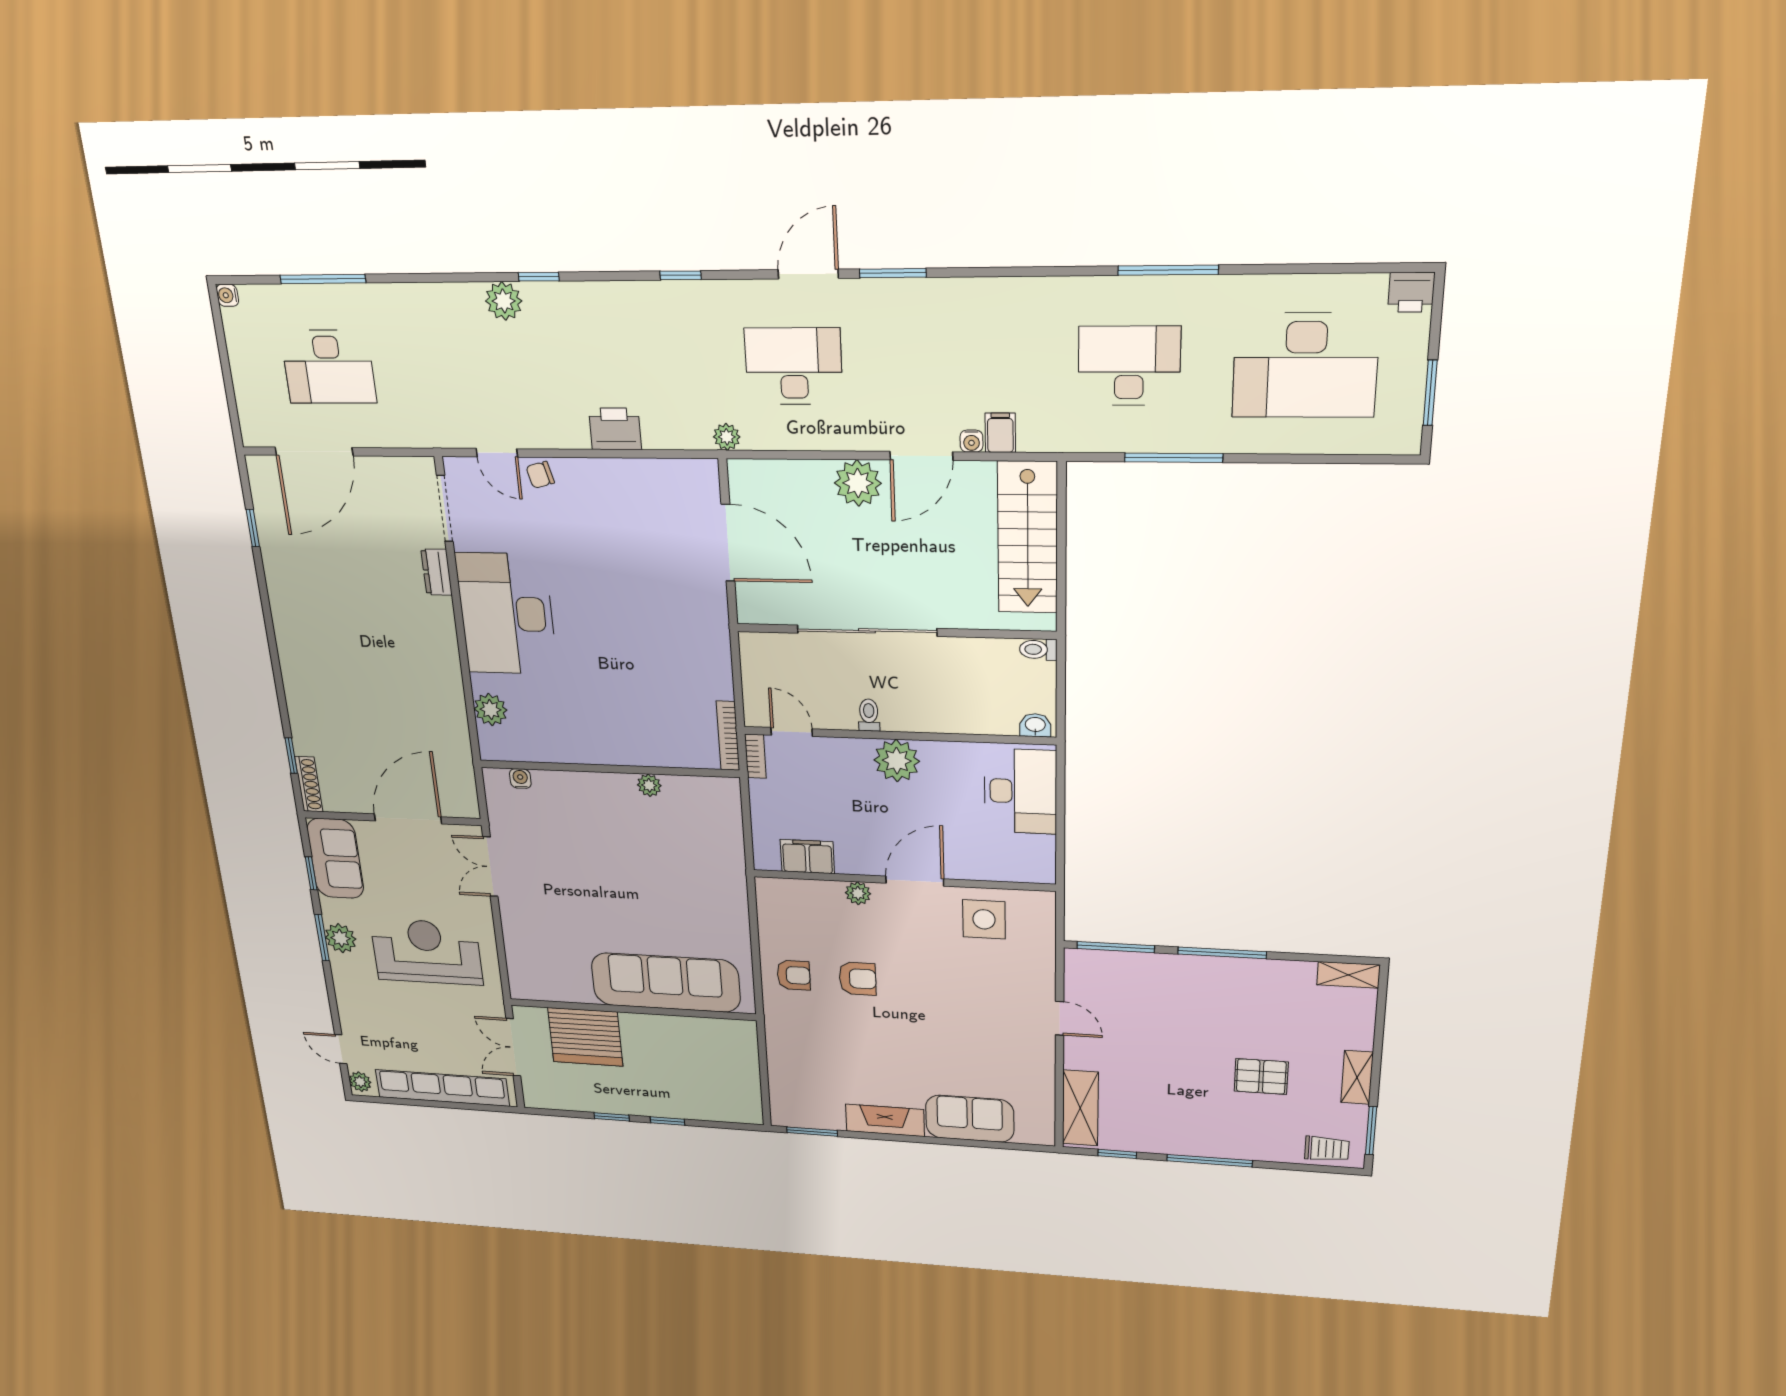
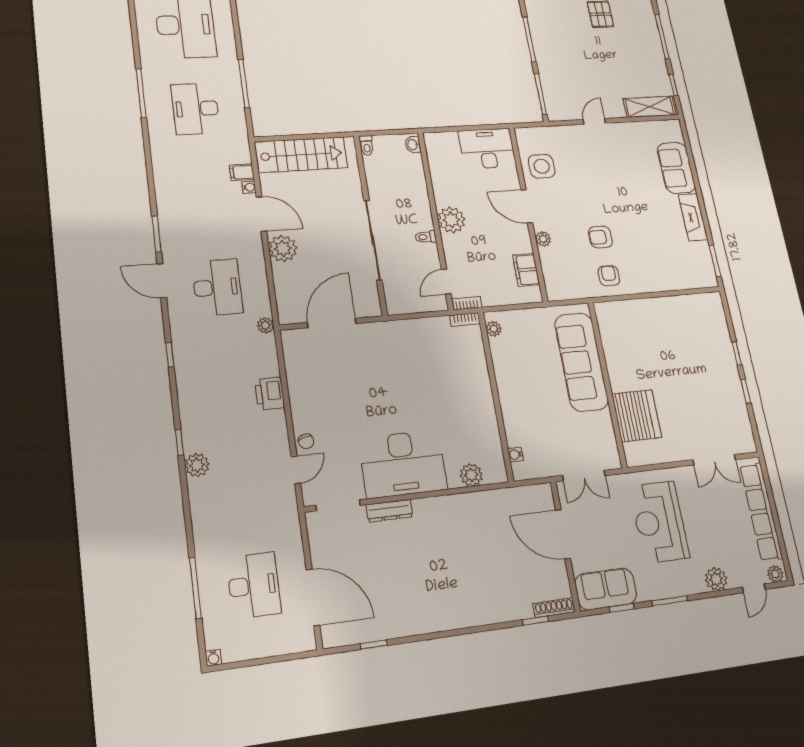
desk: (794, 366) -> (217, 287), turned 180
dresser: (437, 572) -> (389, 511), width x1.44
bookcase: (728, 736) -> (465, 319), width x0.64
plant: (649, 785) -> (494, 329), moved
desk: (1020, 791) -> (487, 149), moved
plant: (341, 938) -> (716, 579), moved
armchair: (858, 979) -> (600, 237), turned -90
sofa: (666, 983) -> (581, 362), moved
wall: (632, 1010) -> (607, 384), moved
server rack: (585, 1037) -> (637, 416), moved

